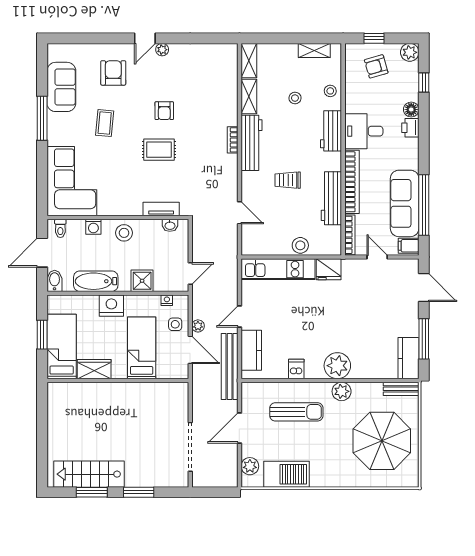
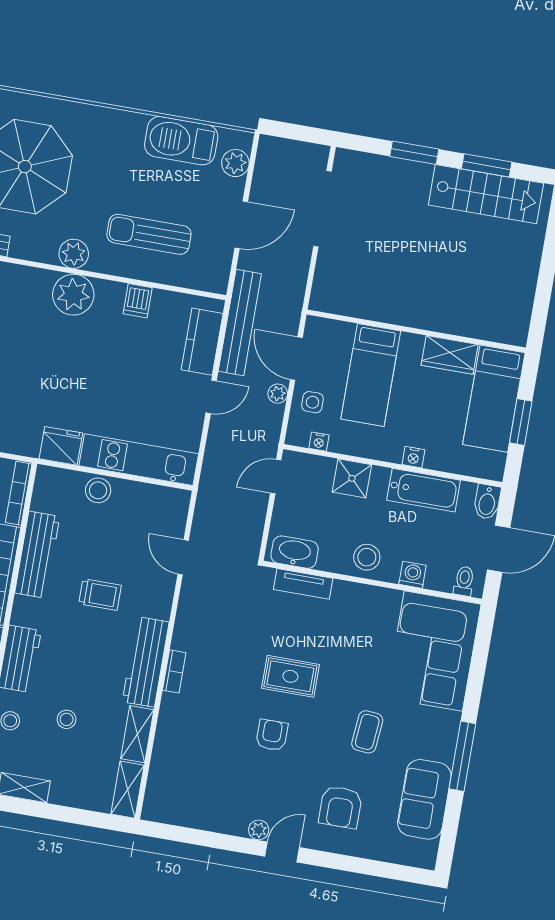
washbasin: (170, 225) -> (295, 552), width x1.91, depth x1.45
nightstand: (111, 306) -> (413, 457), width x0.53, depth x0.56

